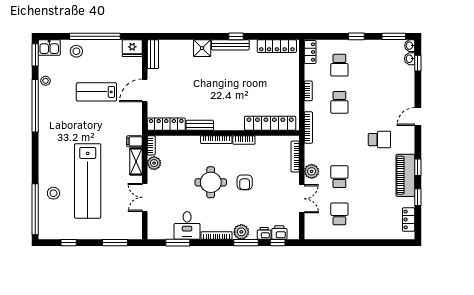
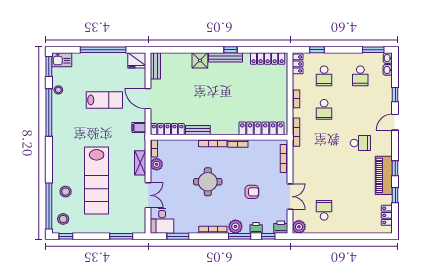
window: (356, 36) -> (317, 50), moved
stool: (76, 51) -> (63, 219), moved
window: (418, 63) -> (395, 95), moved
door: (145, 90) -> (148, 99), hinge flipped
lab bench: (96, 92) -> (104, 100), turned 180
filing cabinet: (135, 141) -> (139, 128), moved
plant: (312, 171) -> (299, 227), moved
school desk: (339, 177) -> (360, 76), moved, turned 180
armchair: (245, 182) -> (252, 192), moved, turned -90
double door: (145, 197) -> (148, 195), swing flipped
desk: (187, 226) -> (162, 221), moved
printer: (279, 233) -> (281, 227), moved
window: (69, 243) -> (66, 236), moved

